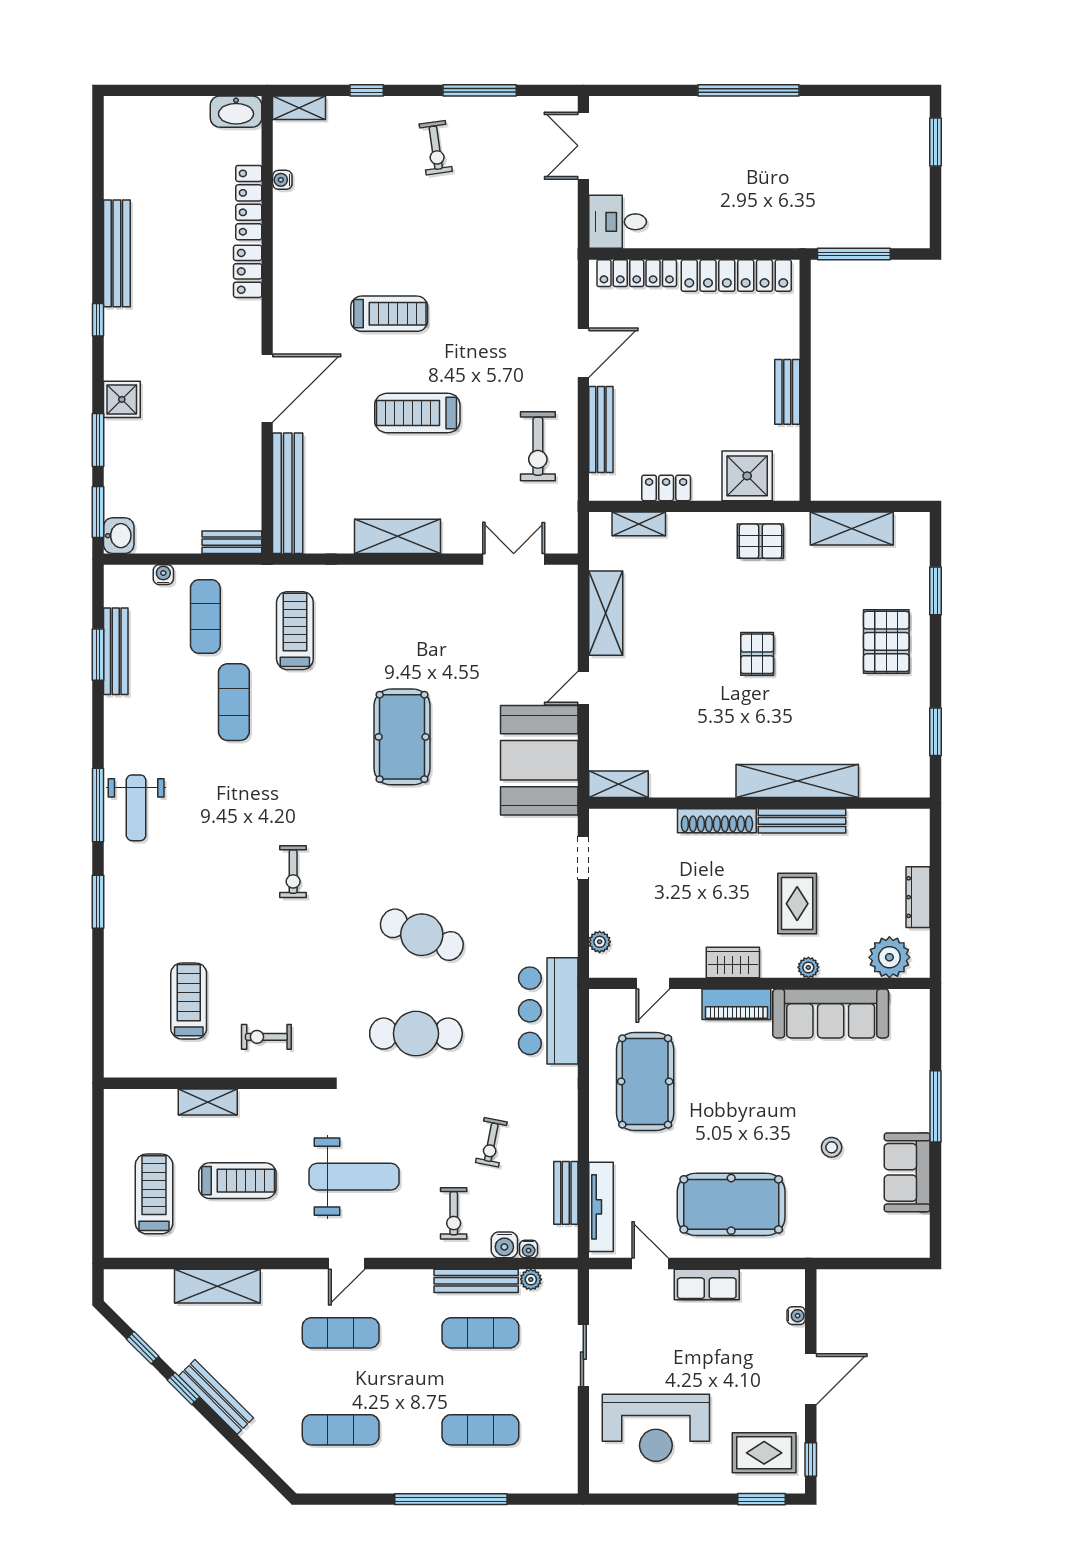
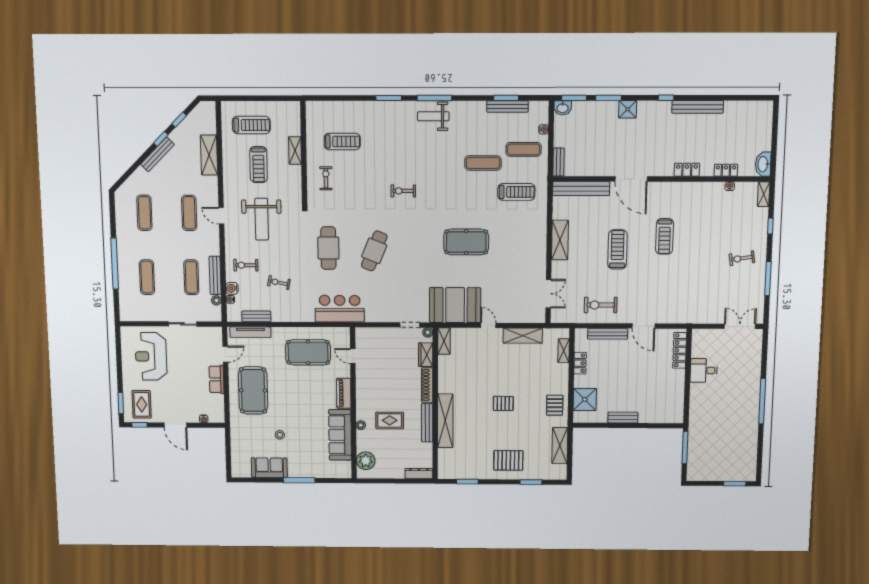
locker: (249, 203) -> (726, 170), width x0.66
desk: (618, 222) -> (704, 370), moved, turned -90
locker: (736, 276) -> (677, 395), removed
dresser: (918, 897) -> (419, 474), moved
plant: (600, 942) -> (428, 332), moved
wardrobe: (733, 962) -> (426, 355), moved, turned 180

